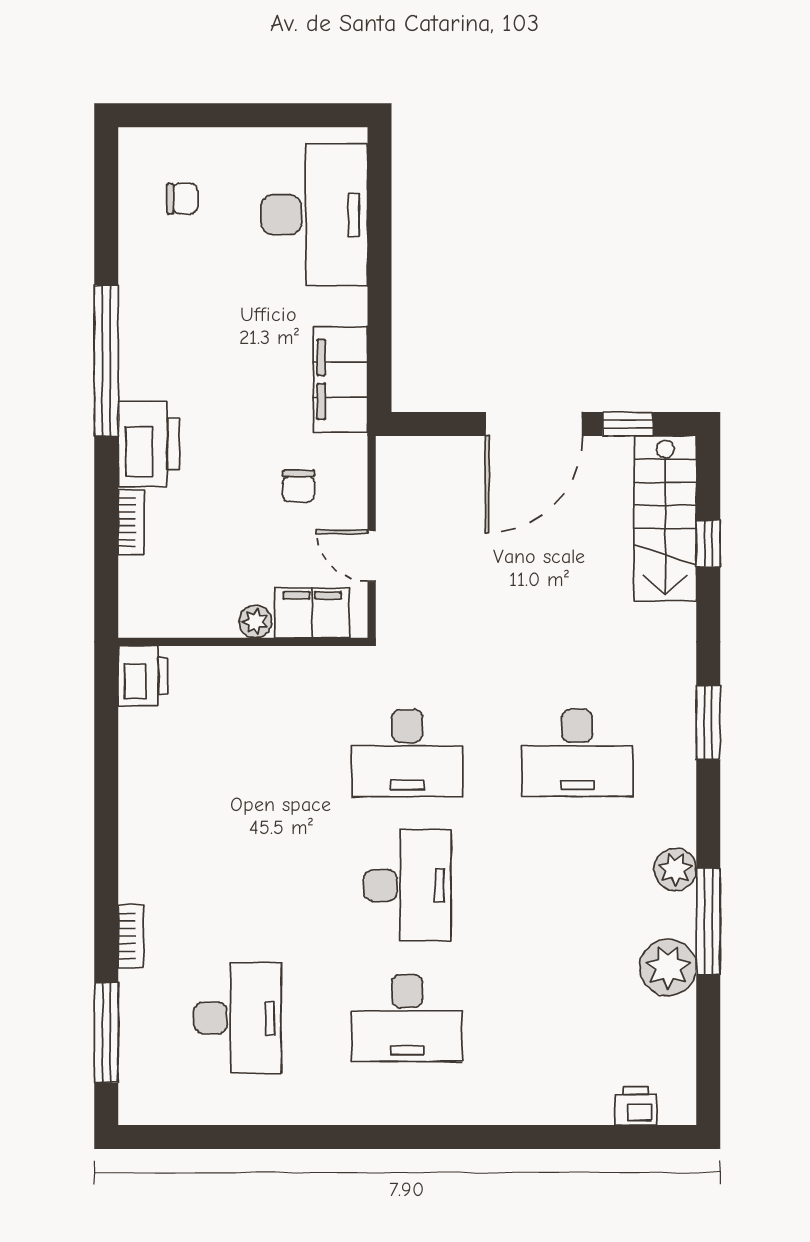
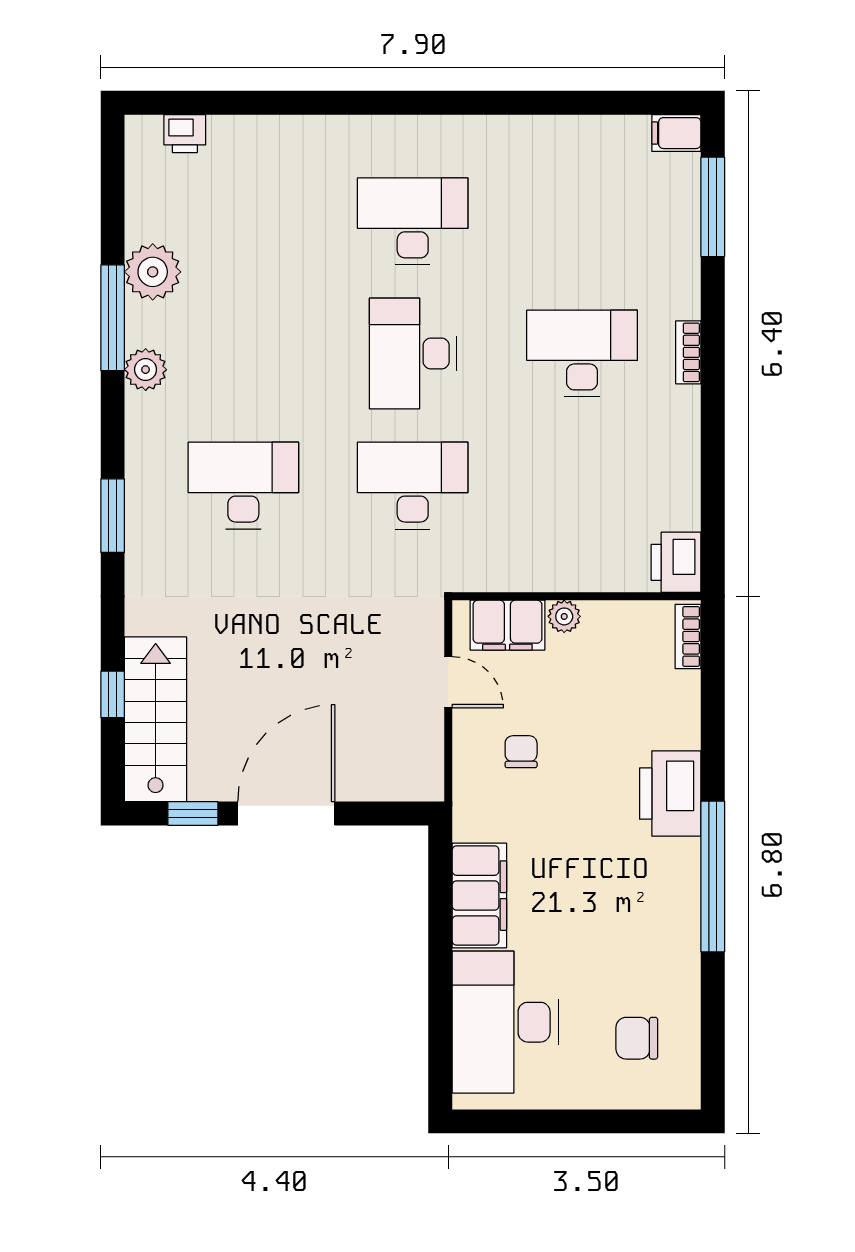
chair: (182, 199) -> (637, 1038), width x1.37, depth x1.37
filing cabinet: (340, 379) -> (479, 896), moved
bookcase: (131, 522) -> (688, 636), moved
bookcase: (131, 936) -> (688, 352), moved
desk: (237, 1018) -> (582, 353), moved, turned 90
filing cabinet: (143, 1107) -> (676, 133), added

